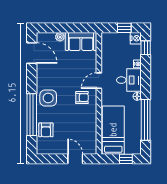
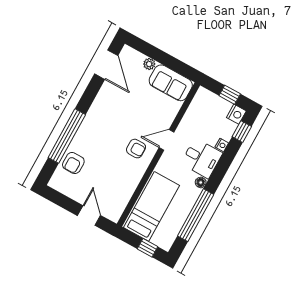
side table: (48, 98) -> (96, 127), removed

